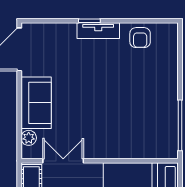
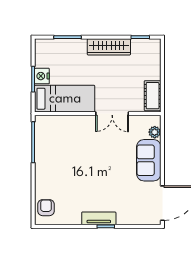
armchair: (140, 38) -> (46, 208), moved
double door: (63, 161) -> (112, 114), moved

